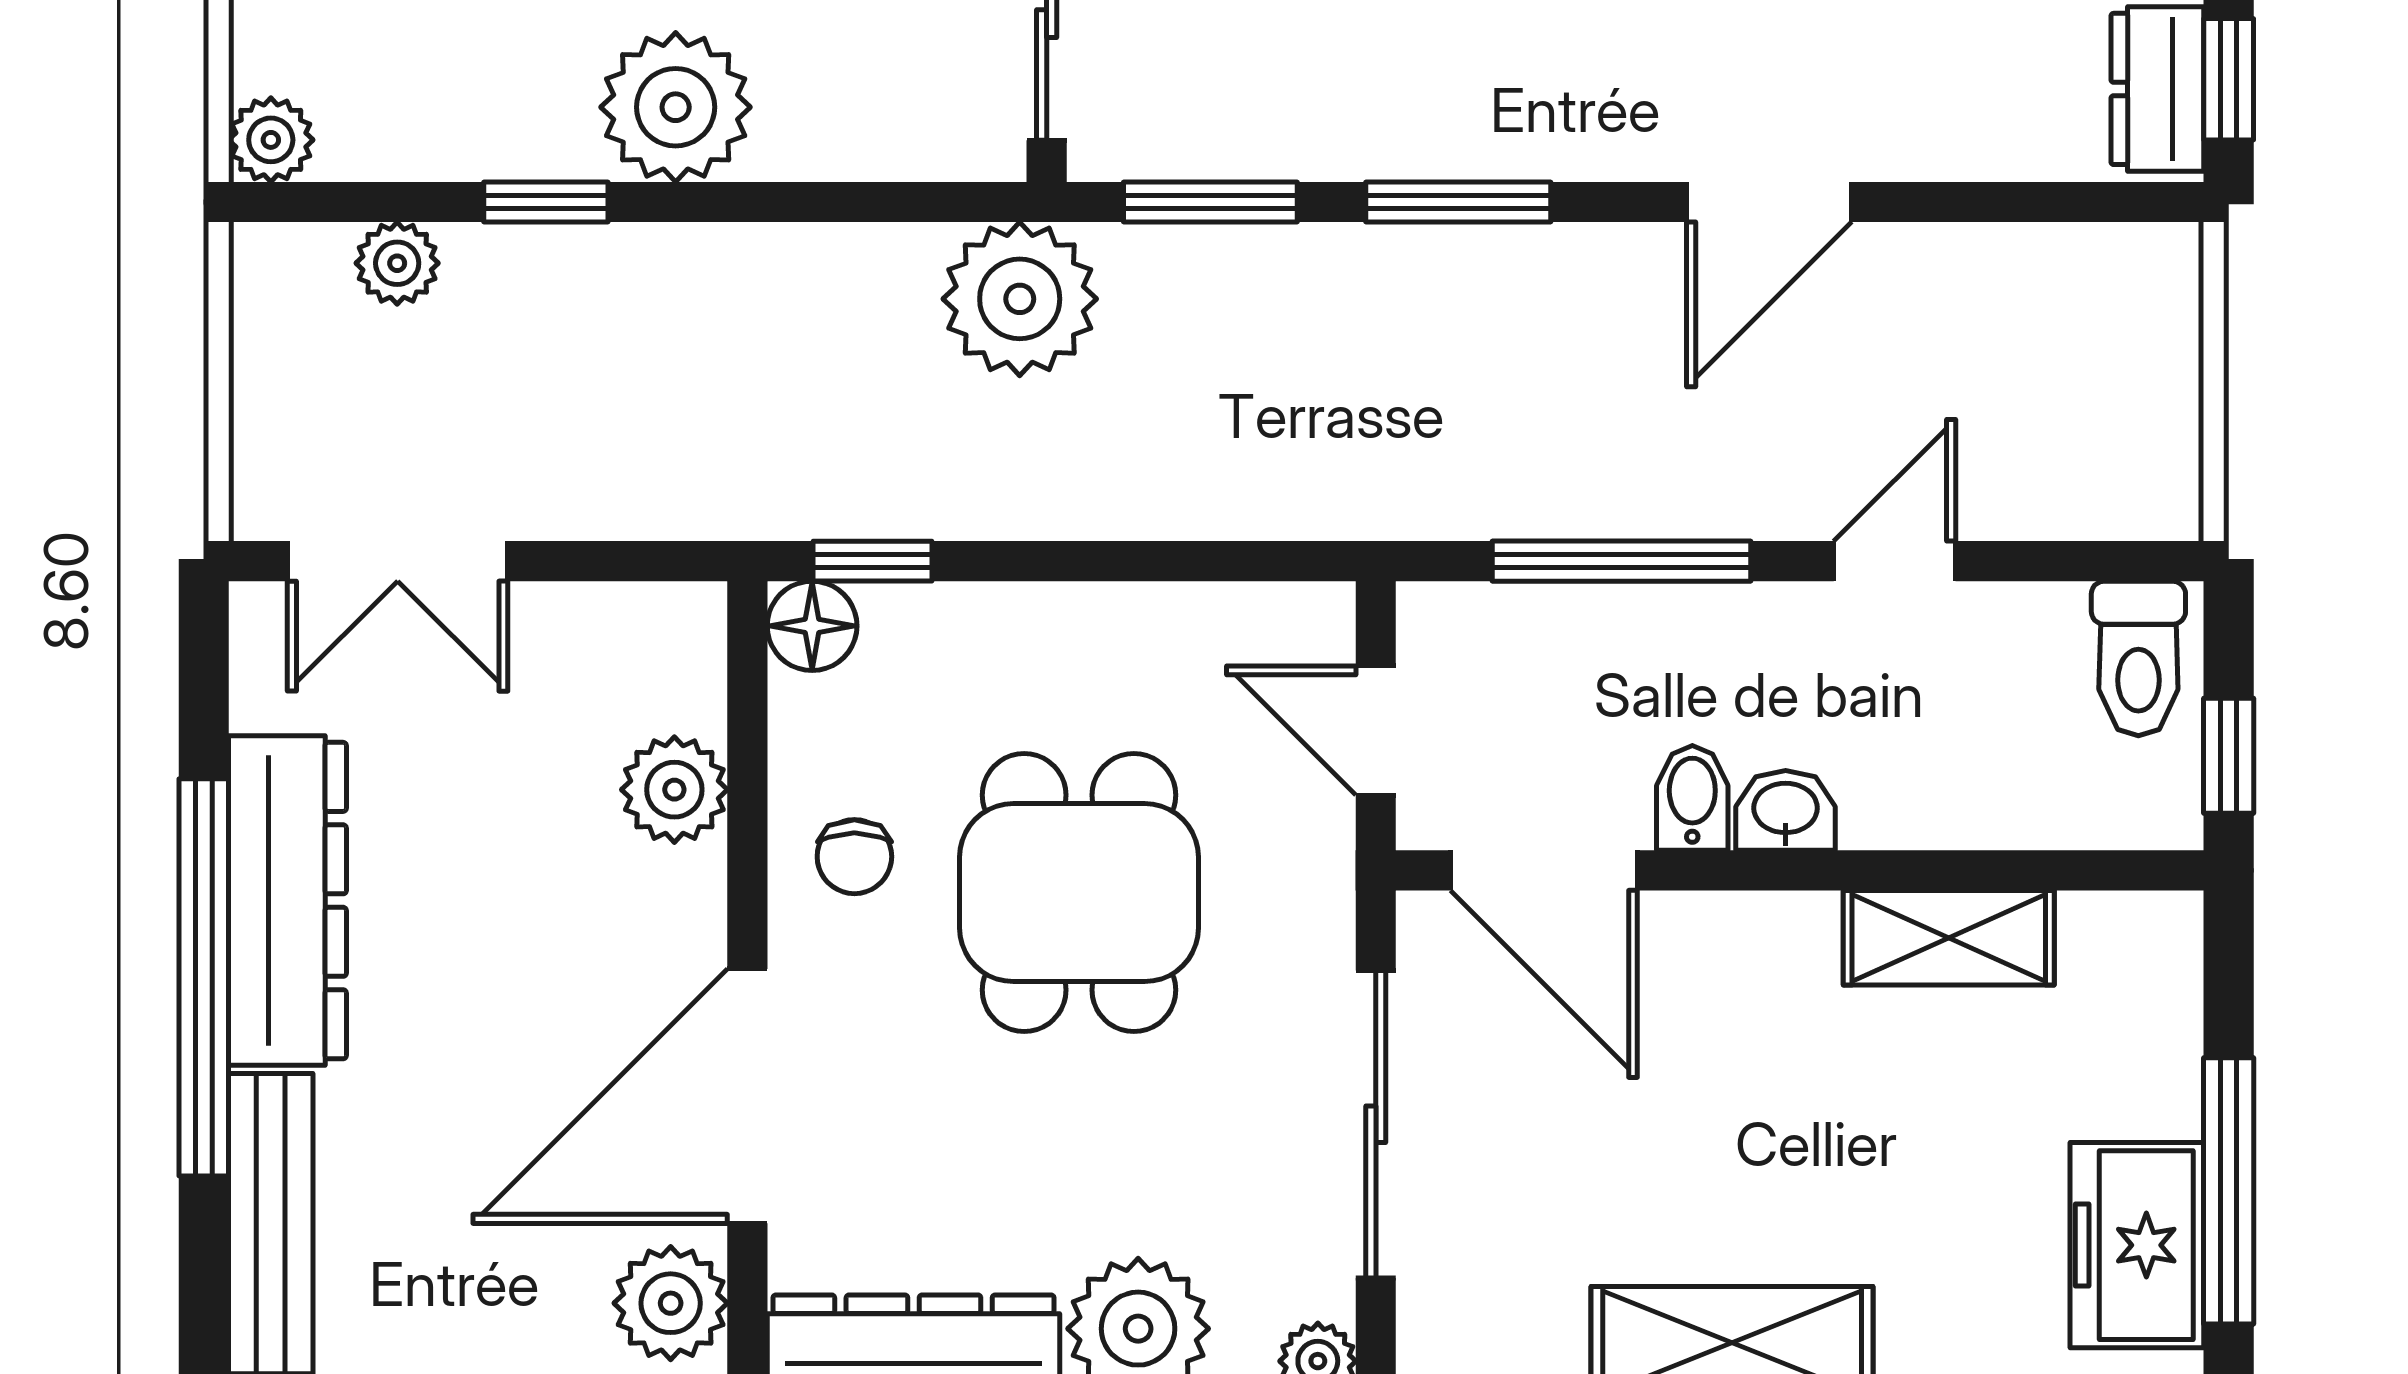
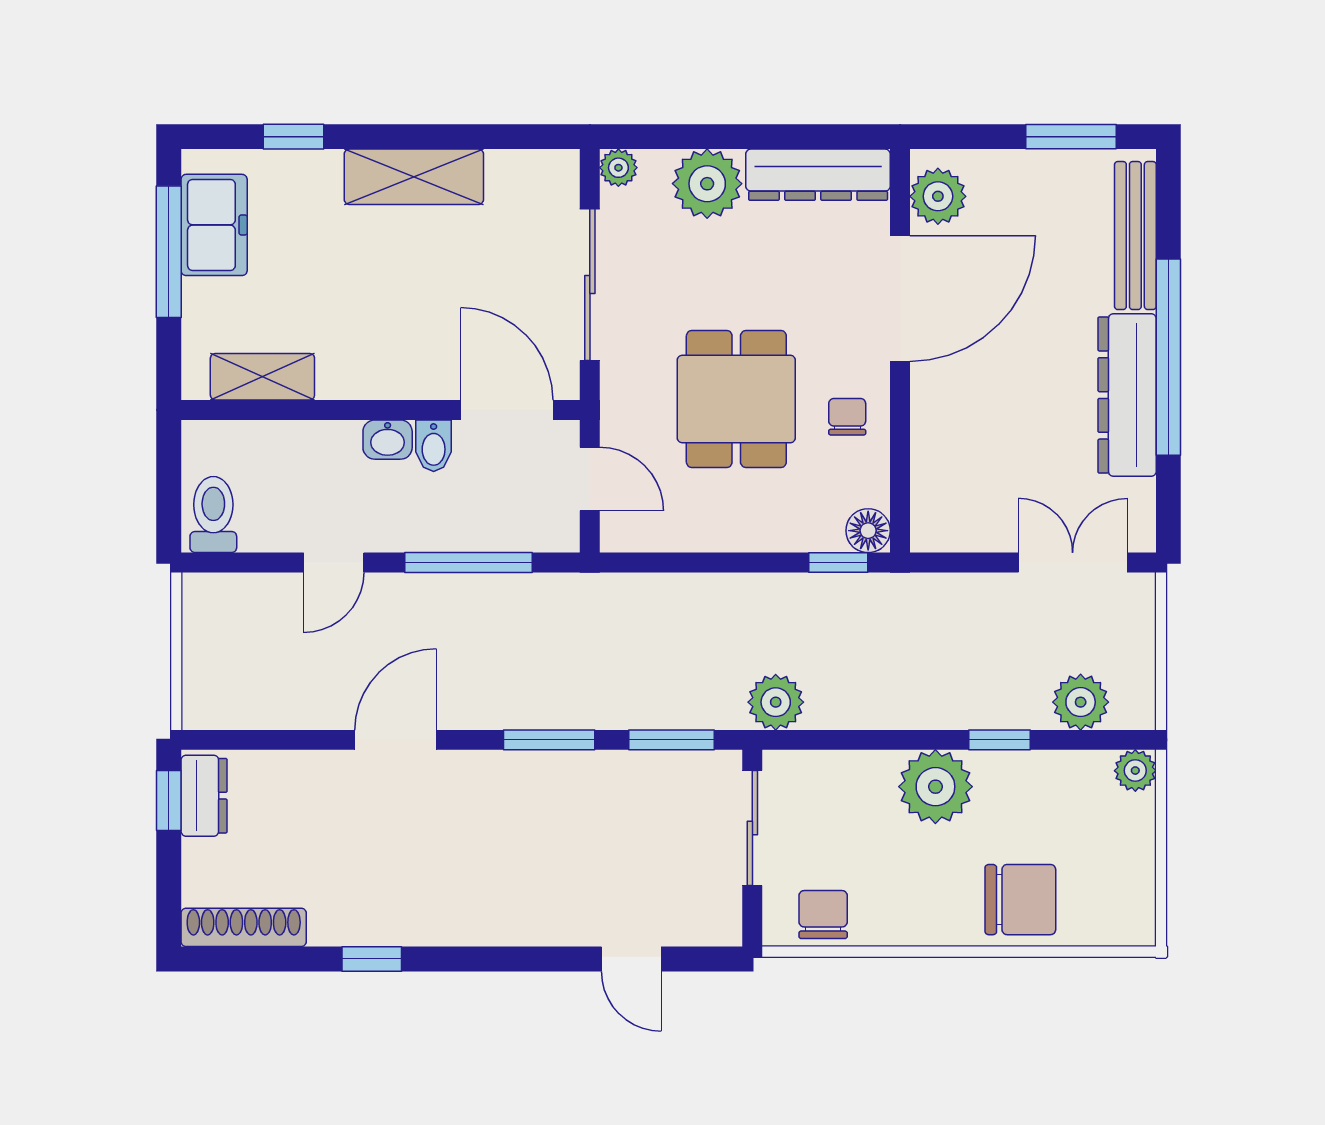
plant: (397, 263) -> (1081, 702), width x1.38, depth x1.38
plant: (1020, 299) -> (776, 702), width x0.73, depth x0.73
window: (2229, 756) -> (169, 466), removed
plant: (674, 790) -> (936, 450), removed
shelving: (1949, 938) -> (262, 377), moved

